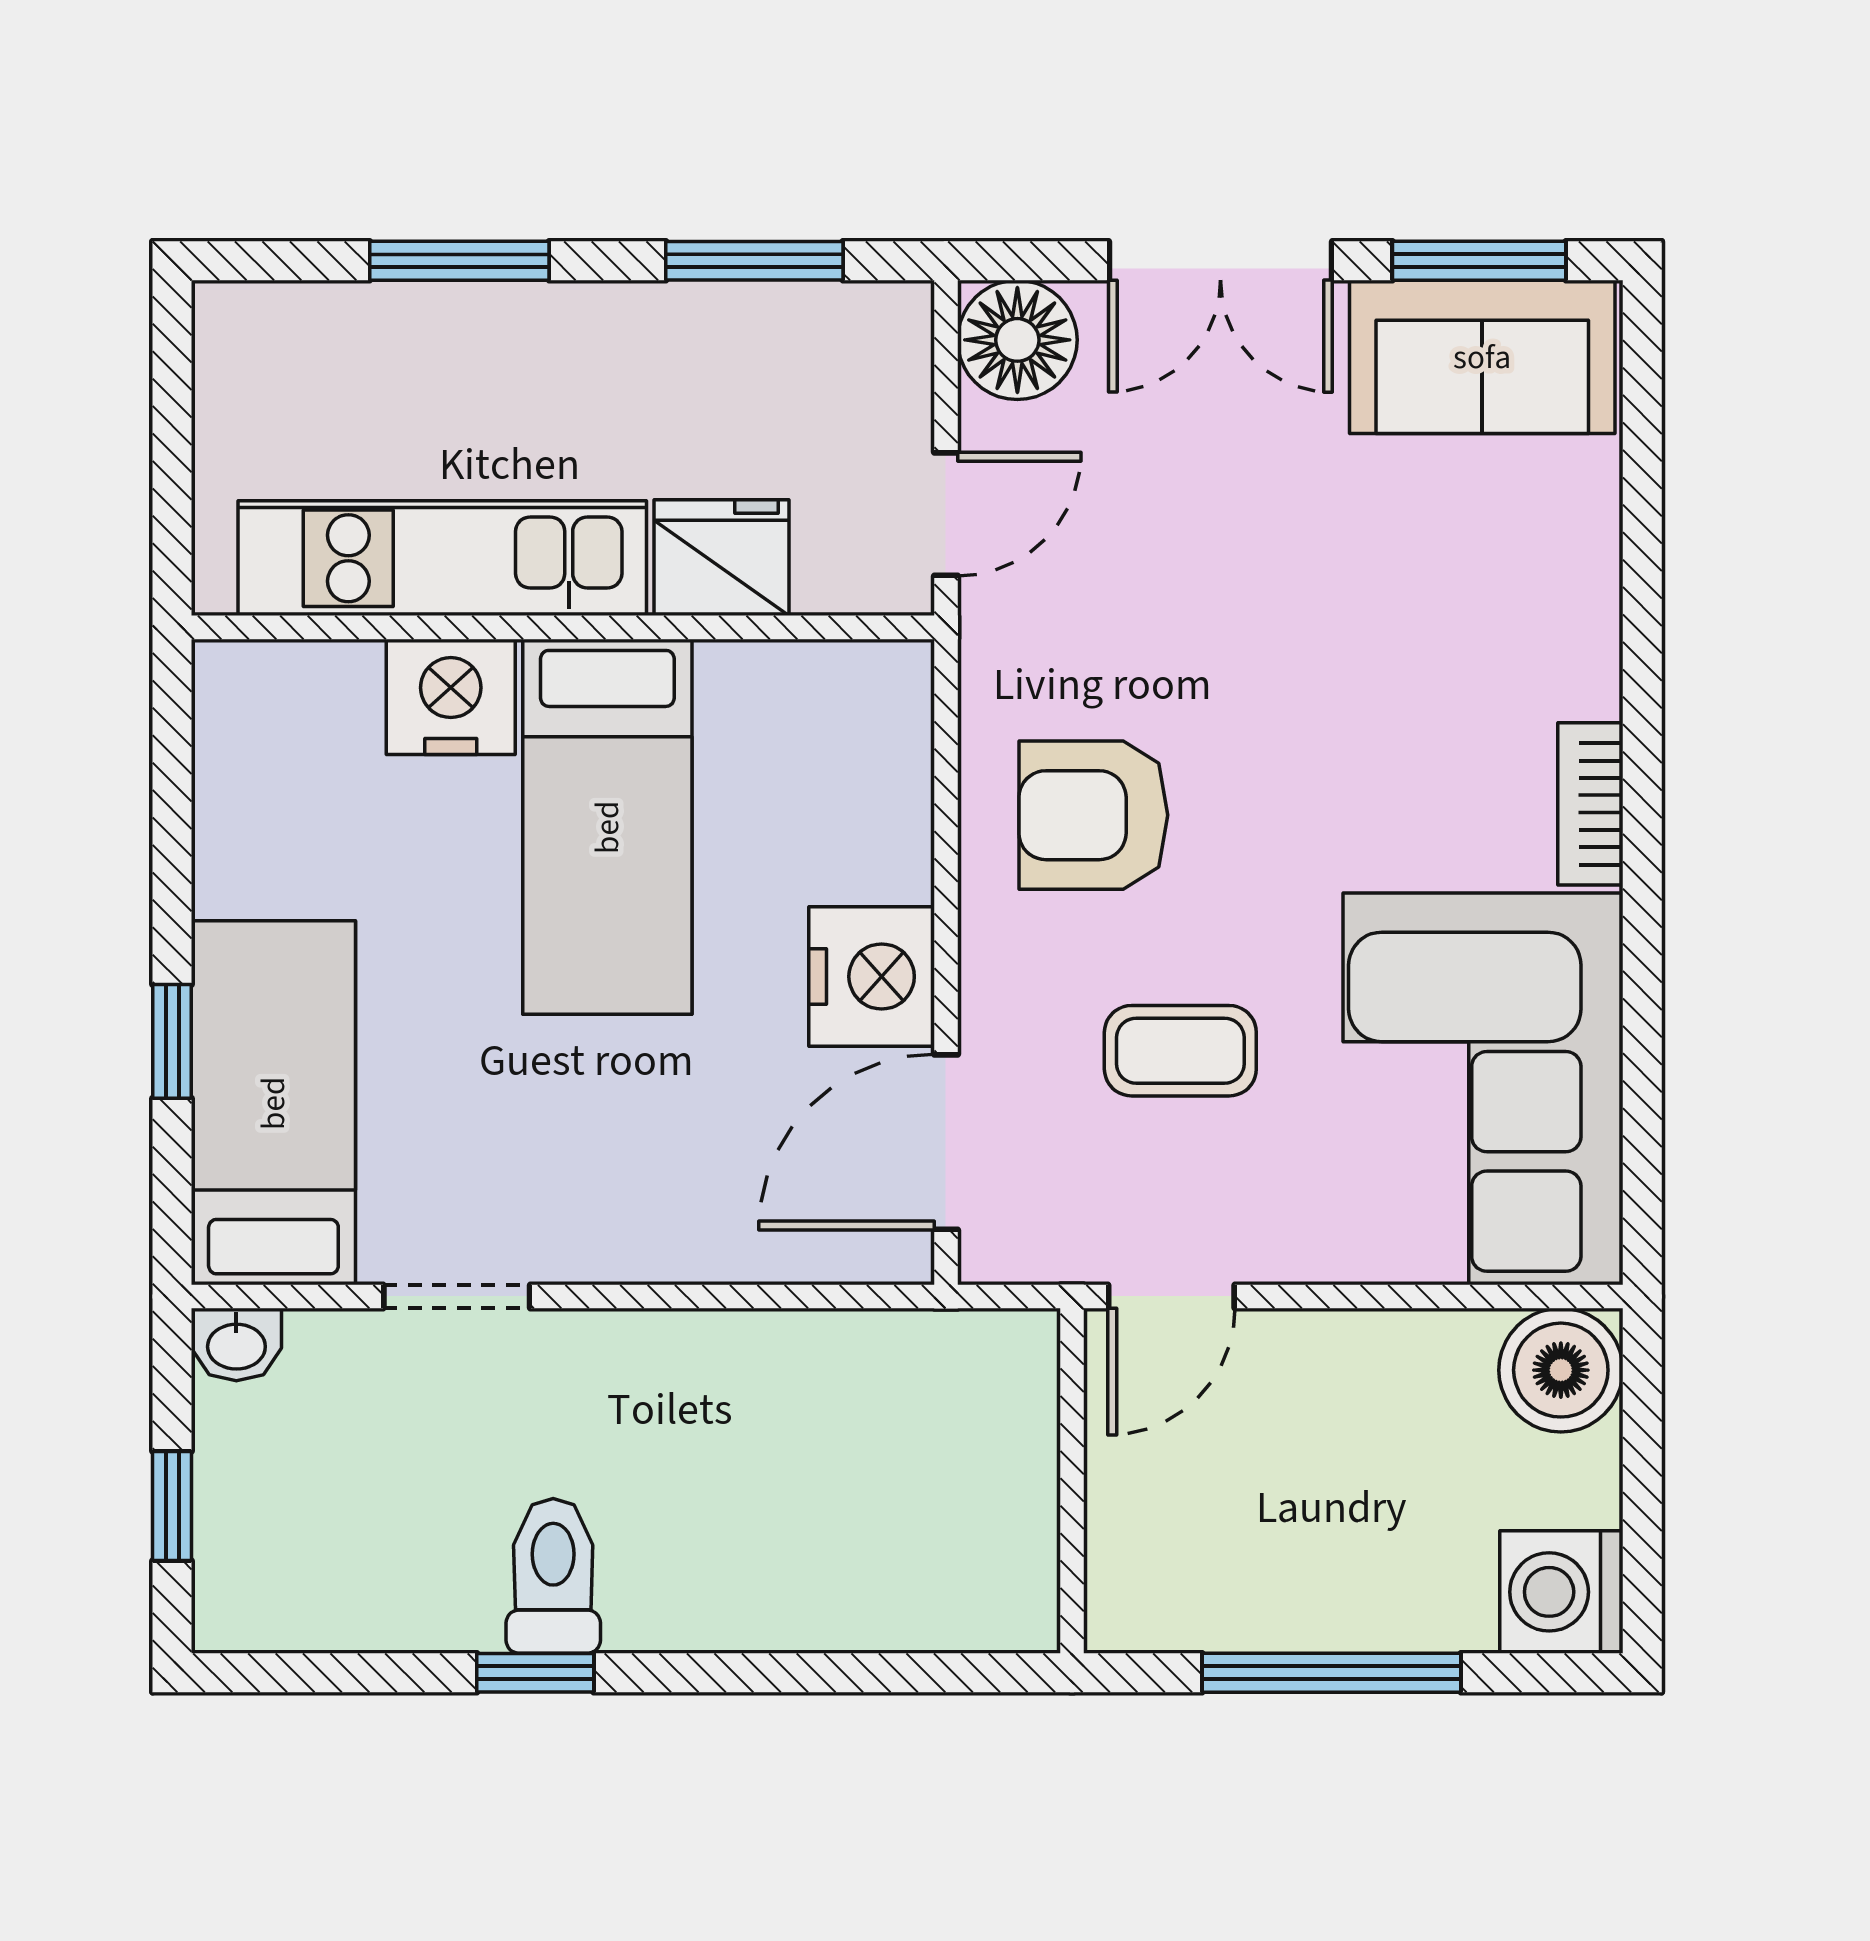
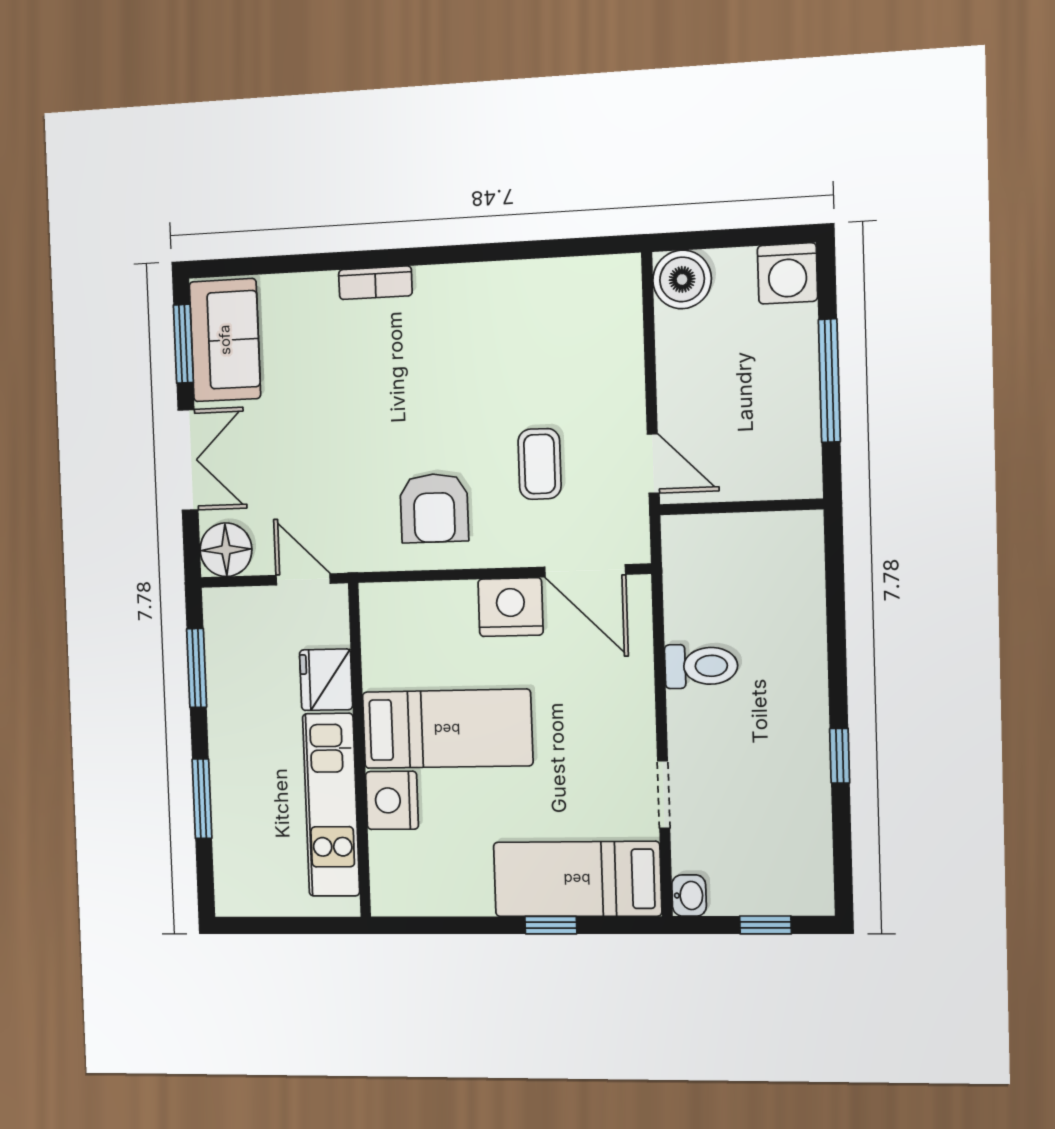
bookcase: (1590, 804) -> (375, 283), moved
corner sofa: (1483, 1089) -> (552, 323), removed
toilet: (553, 1576) -> (701, 666), moved, turned 180

